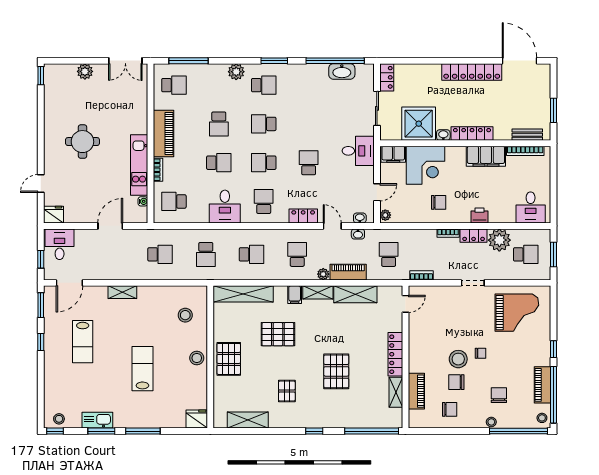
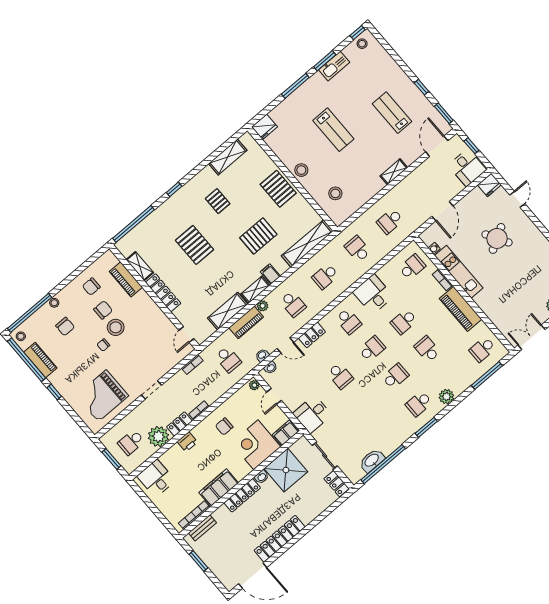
round table: (82, 142) -> (497, 238), moved, turned -30

